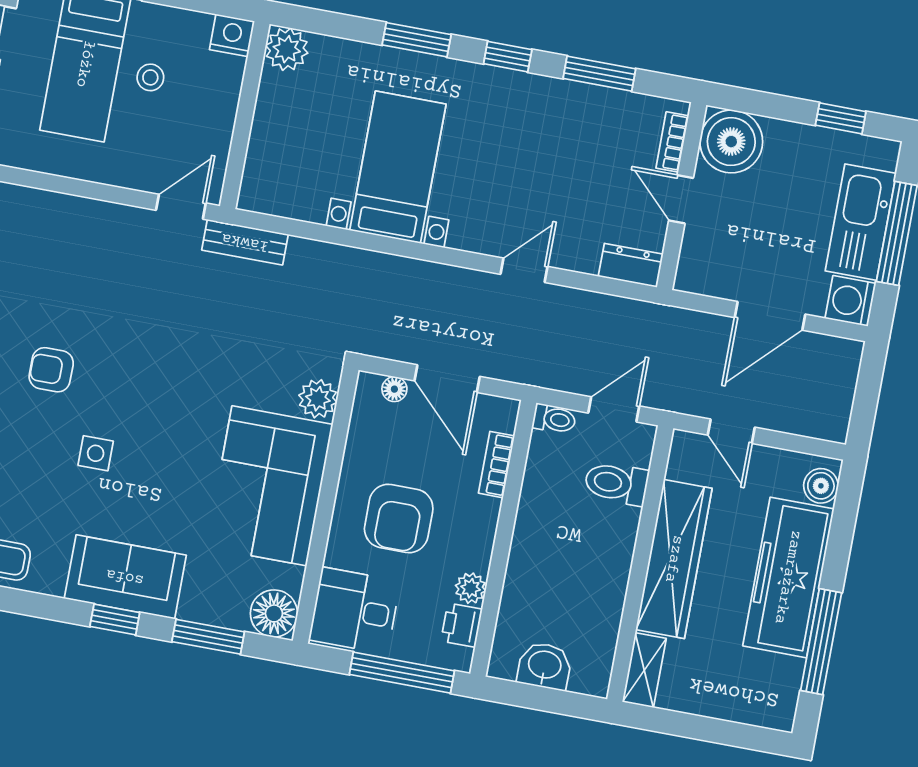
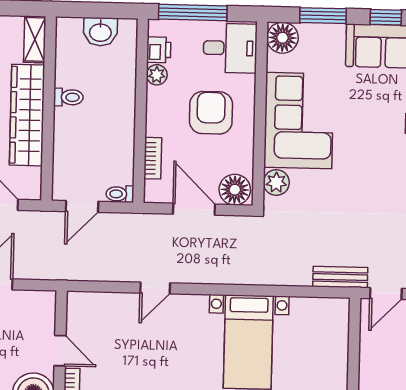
dresser: (631, 265) -> (86, 302), removed
floor lamp: (394, 389) -> (235, 190), width x1.89, depth x1.89
toilet: (616, 483) -> (68, 97), moved, width x0.73, depth x0.72

